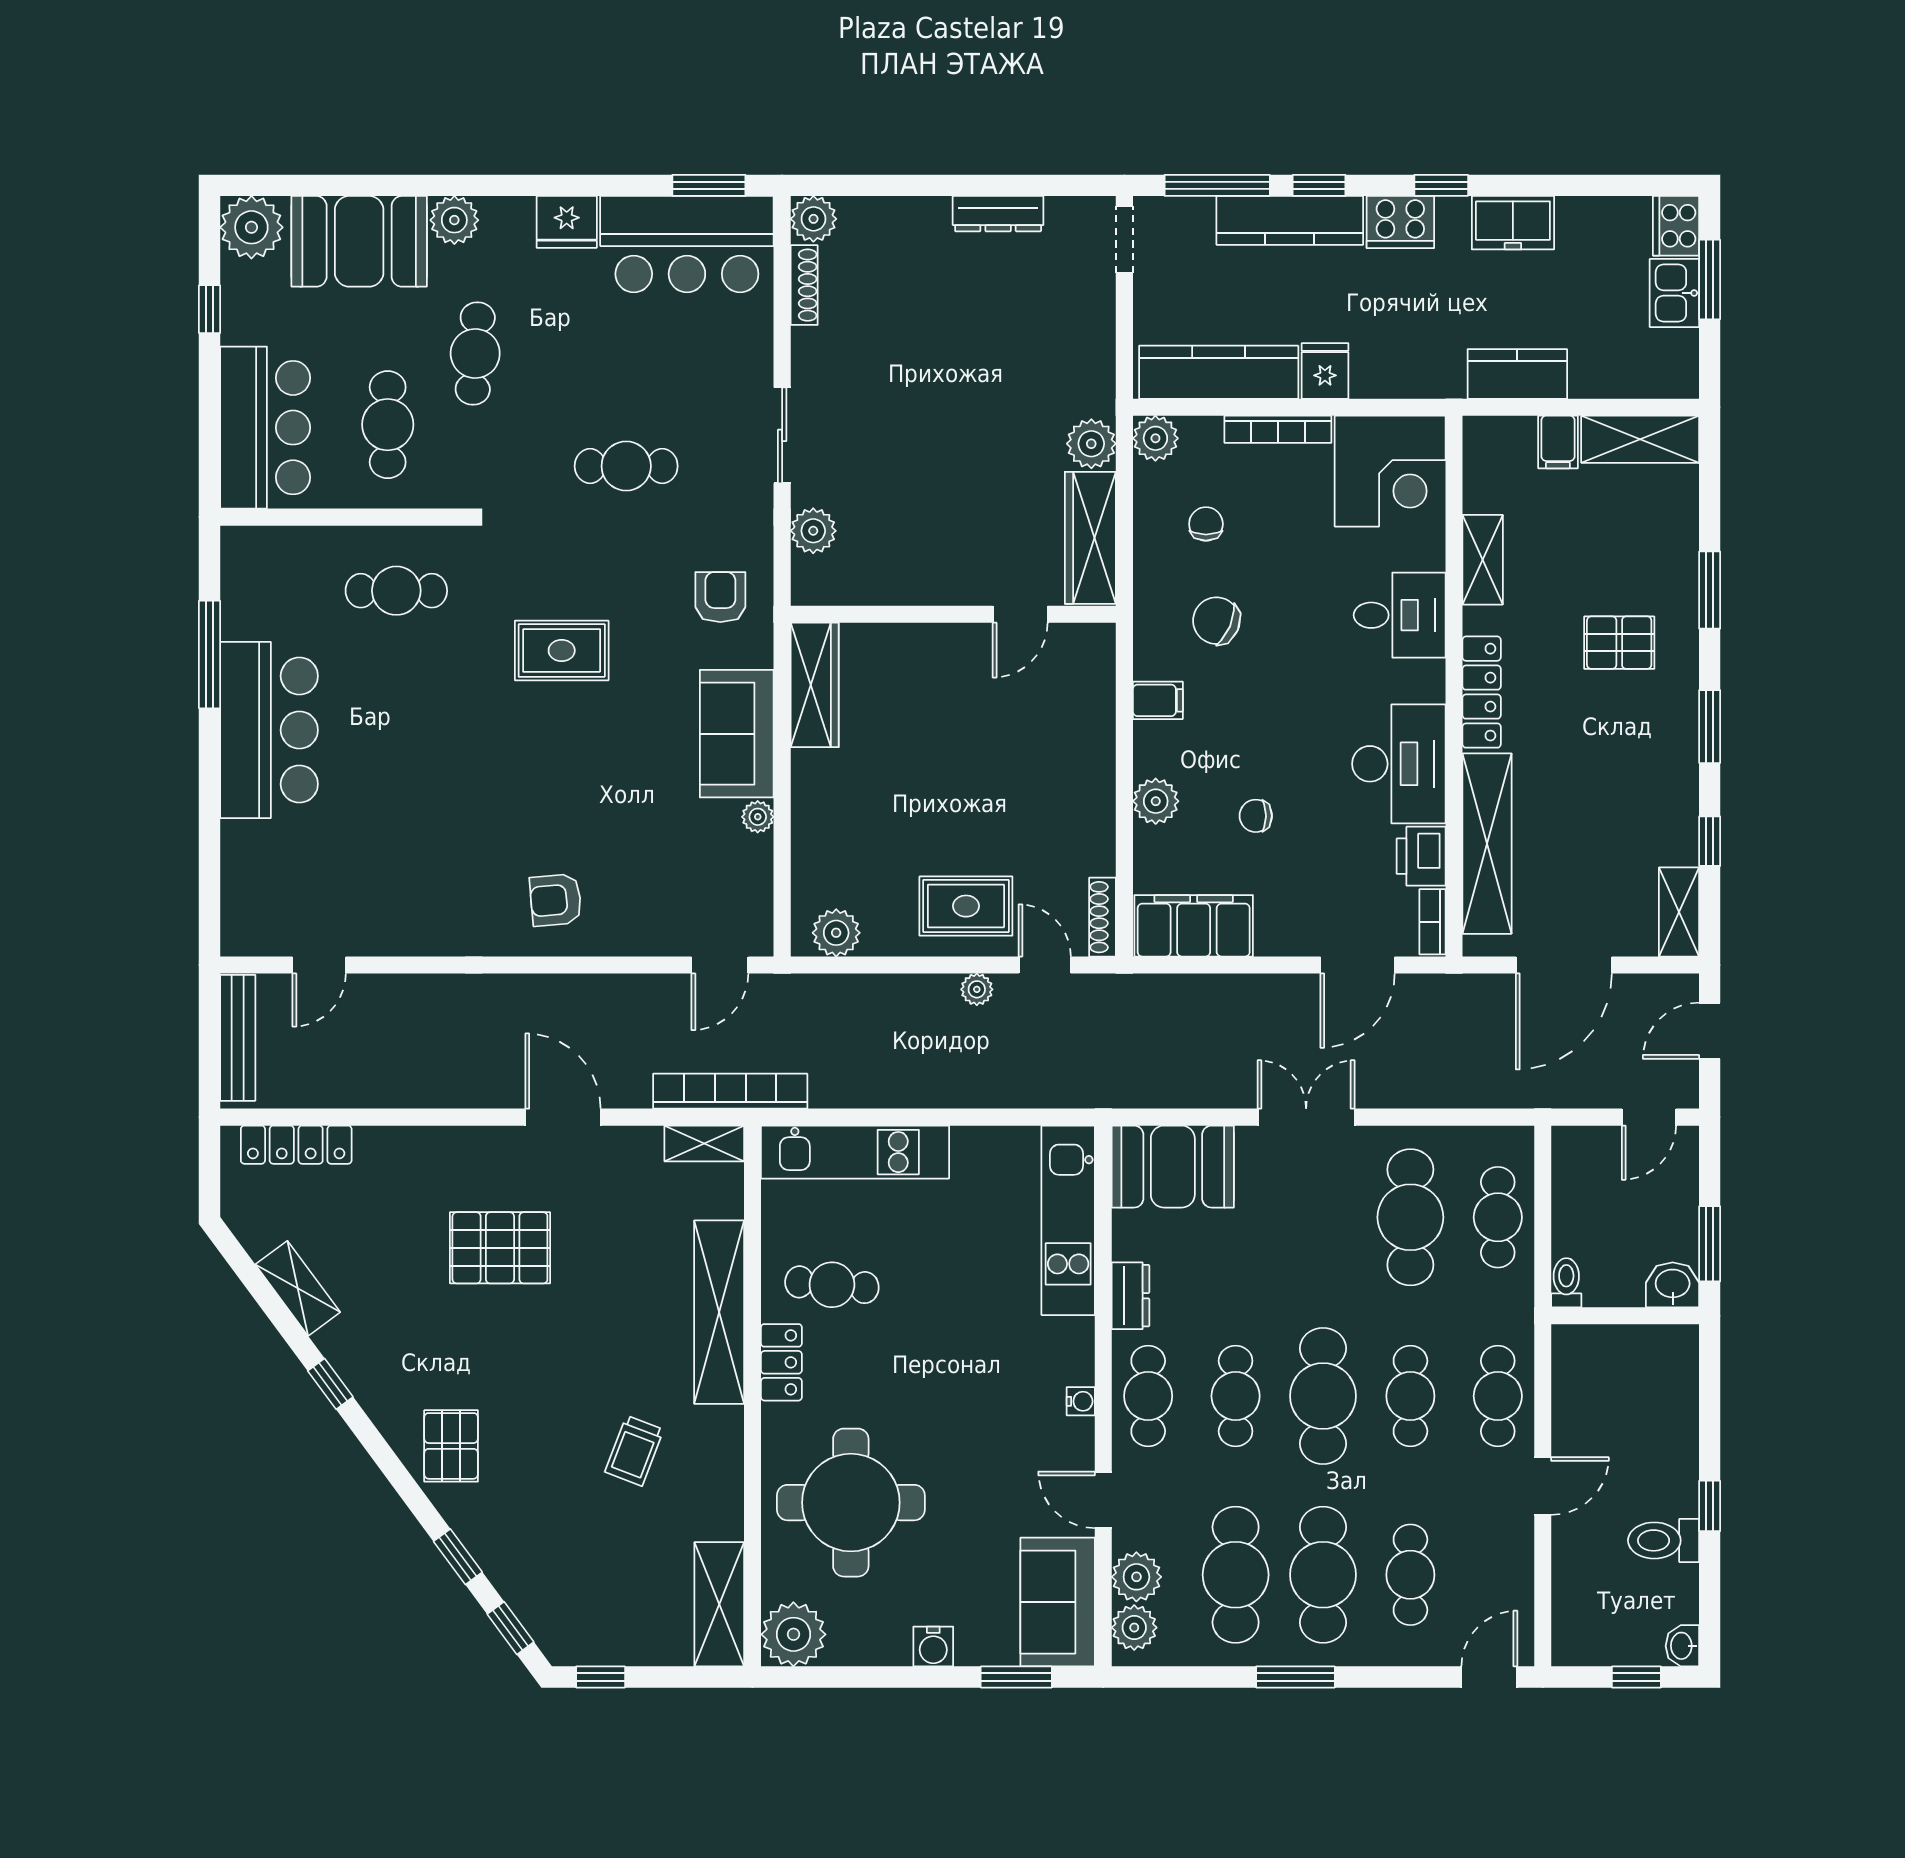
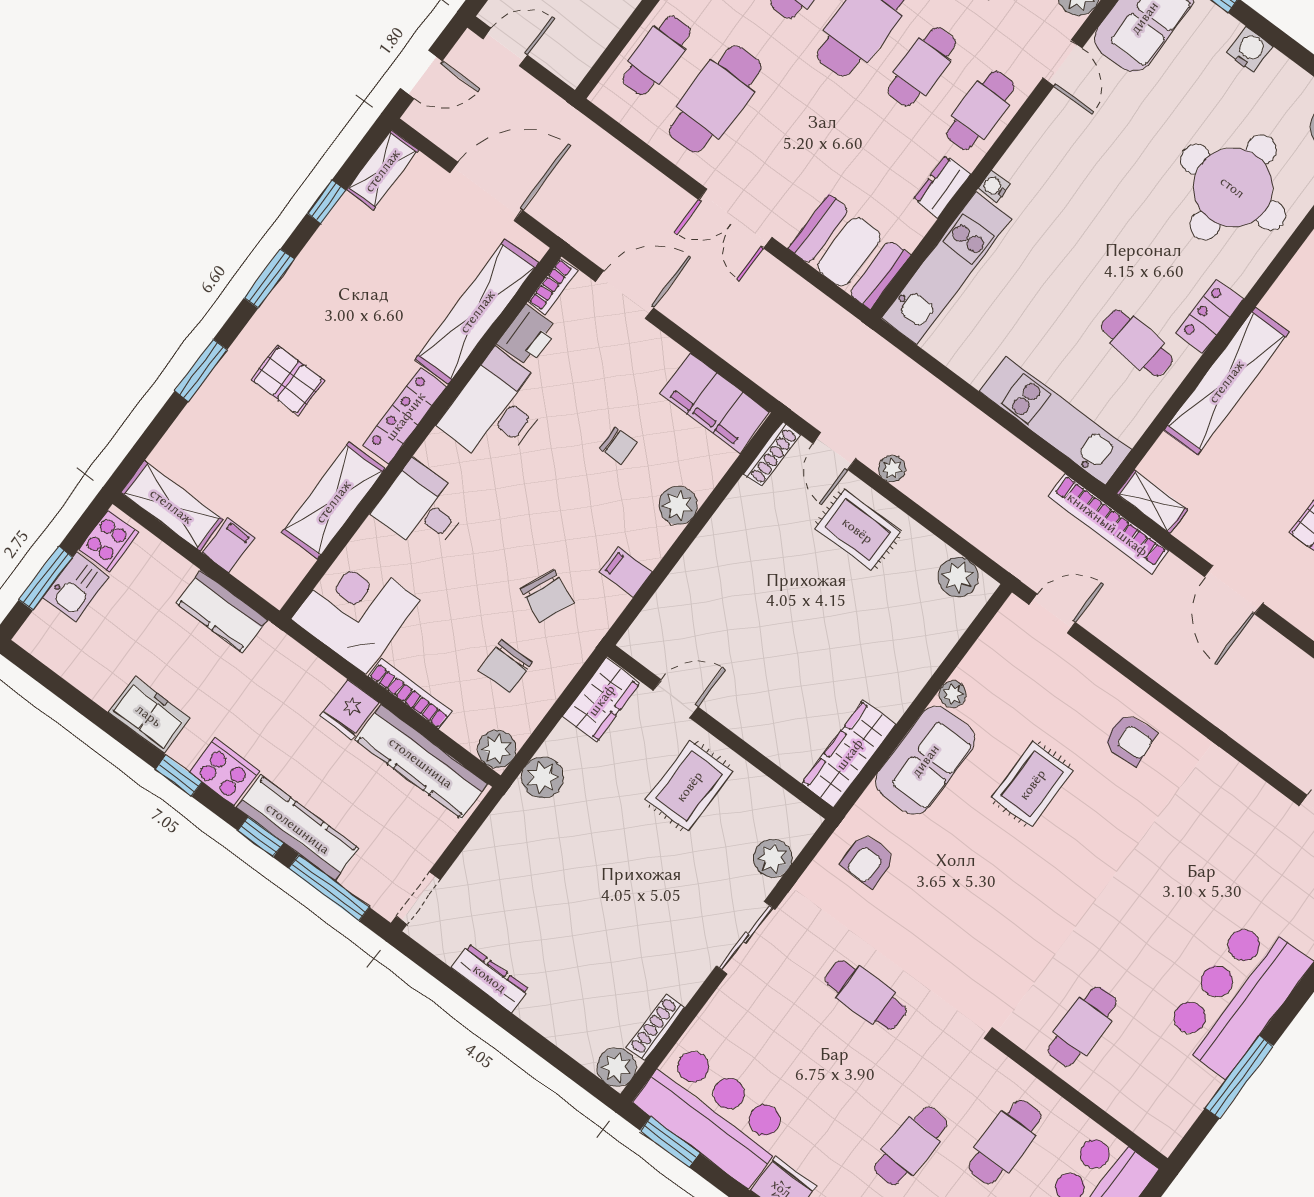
cooker: (1676, 226) -> (109, 541), moved
chair: (1206, 524) -> (506, 666), width x1.37, depth x1.37
wardrobe: (1090, 538) -> (601, 700), width x0.67
rug: (945, 540) -> (689, 786), added
shelving: (1483, 560) -> (333, 501), width x1.50, depth x1.33
cafe table: (396, 591) -> (1082, 1026), turned 90
rug: (562, 651) -> (1032, 784), moved, turned 90
water cooler: (1081, 1401) -> (994, 187), moved

